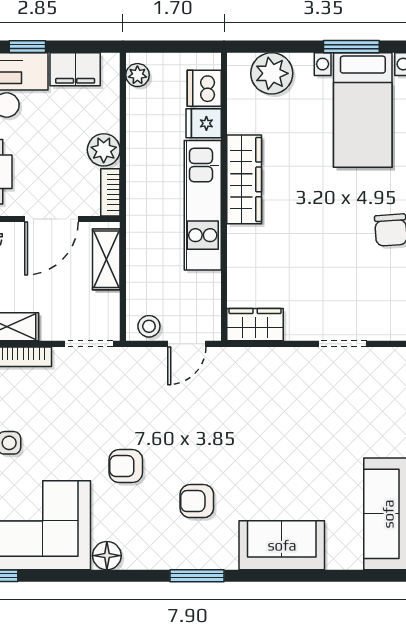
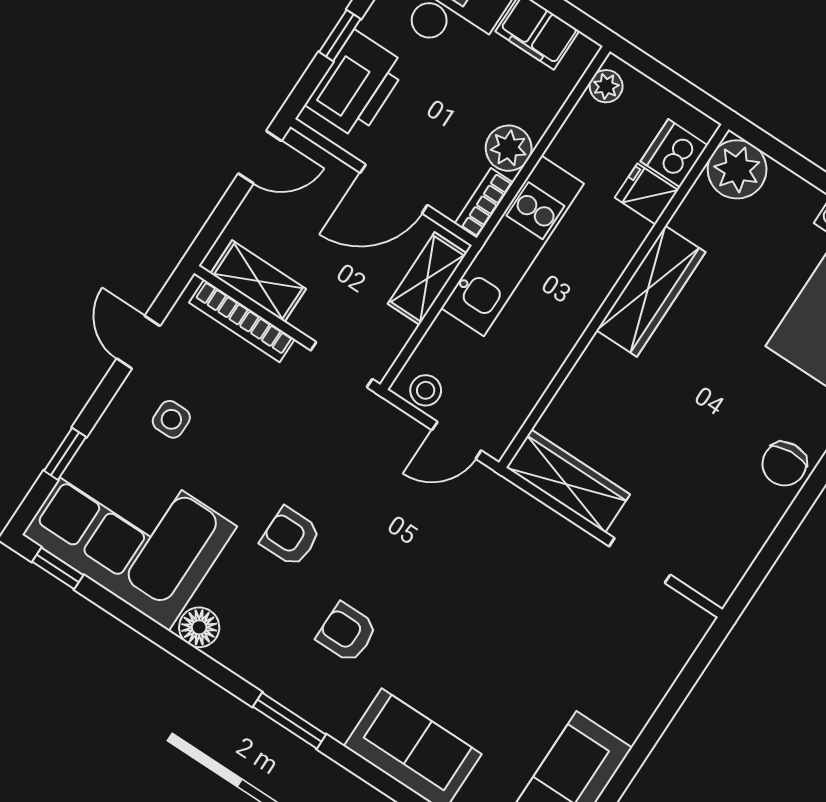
plant: (272, 73) -> (737, 169), moved
kitchen unit: (203, 205) -> (513, 246), moved, turned 180
wardrobe: (255, 325) -> (568, 481), width x1.50

